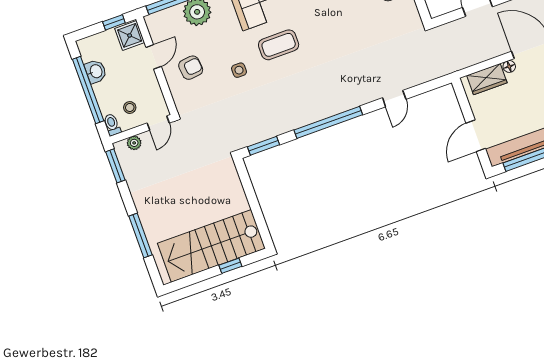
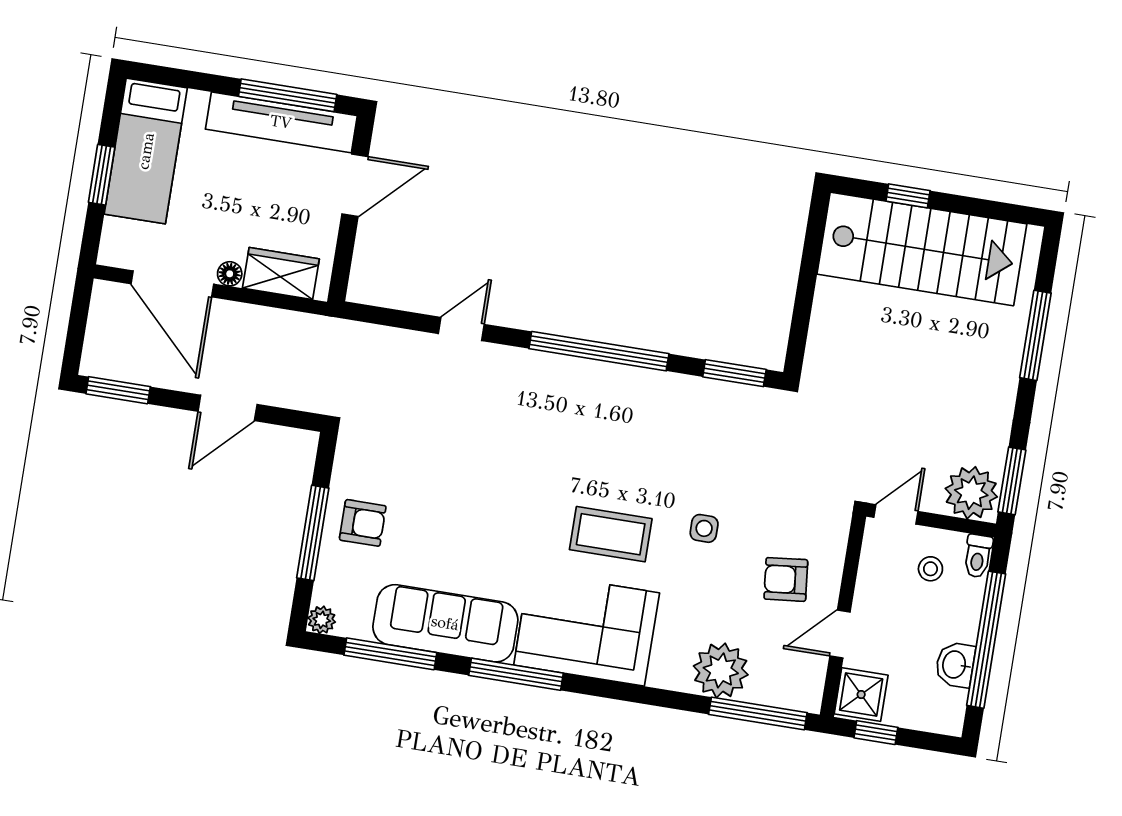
plant: (134, 143) -> (971, 493), width x1.87, depth x1.87

